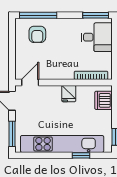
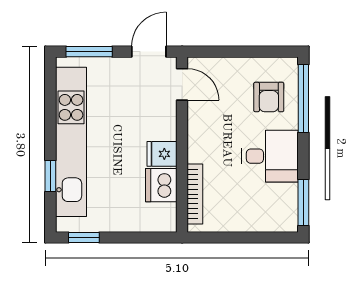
armchair: (37, 34) -> (269, 97), turned -90
desk: (97, 37) -> (270, 156), moved, turned -90
dishwasher: (104, 100) -> (161, 185), moved, turned -90

